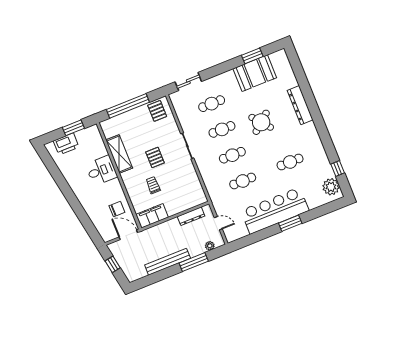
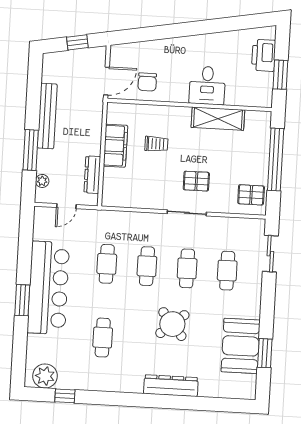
pallet: (155, 157) -> (196, 181), moved
filing cabinet: (152, 216) -> (116, 146), moved

